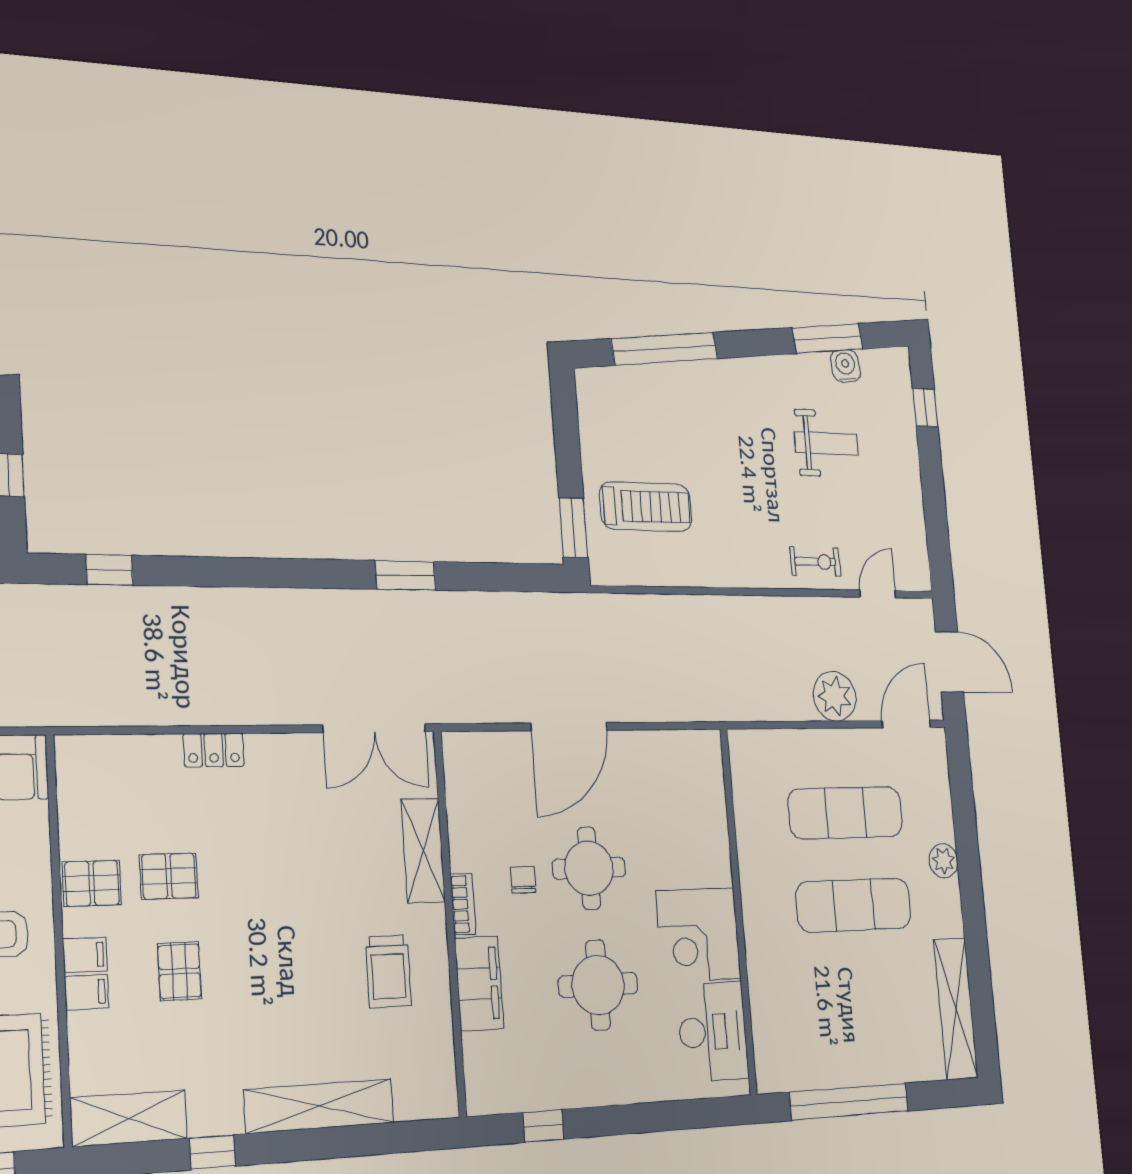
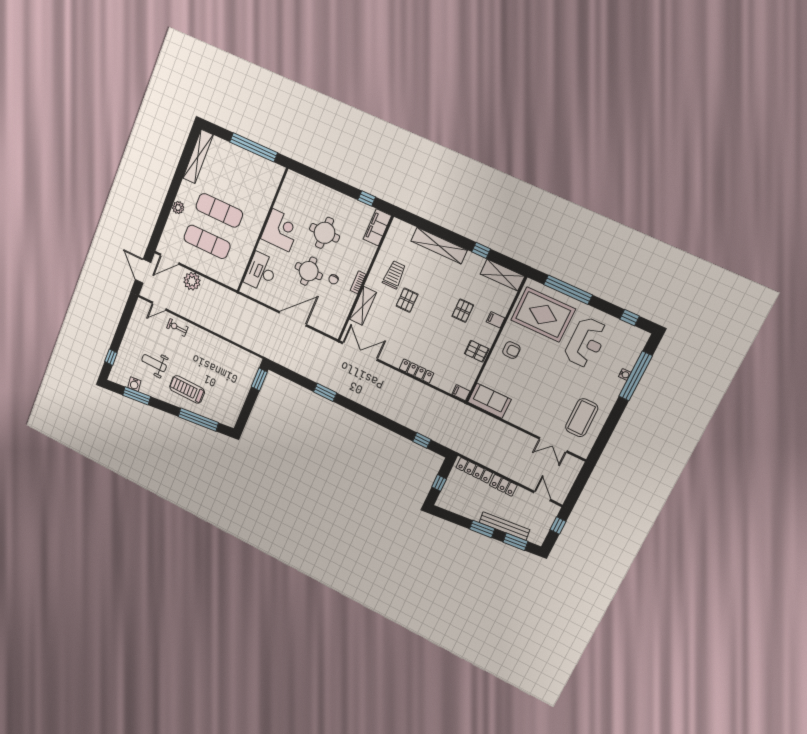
treadmill: (646, 507) -> (187, 389), moved
locker: (214, 750) -> (416, 371), width x1.53
pallet: (169, 876) -> (407, 300), moved, turned 90
filing cabinet: (85, 955) -> (461, 393), moved
filing cabinet: (479, 984) -> (377, 227), moved
desk: (713, 1032) -> (261, 272), moved

